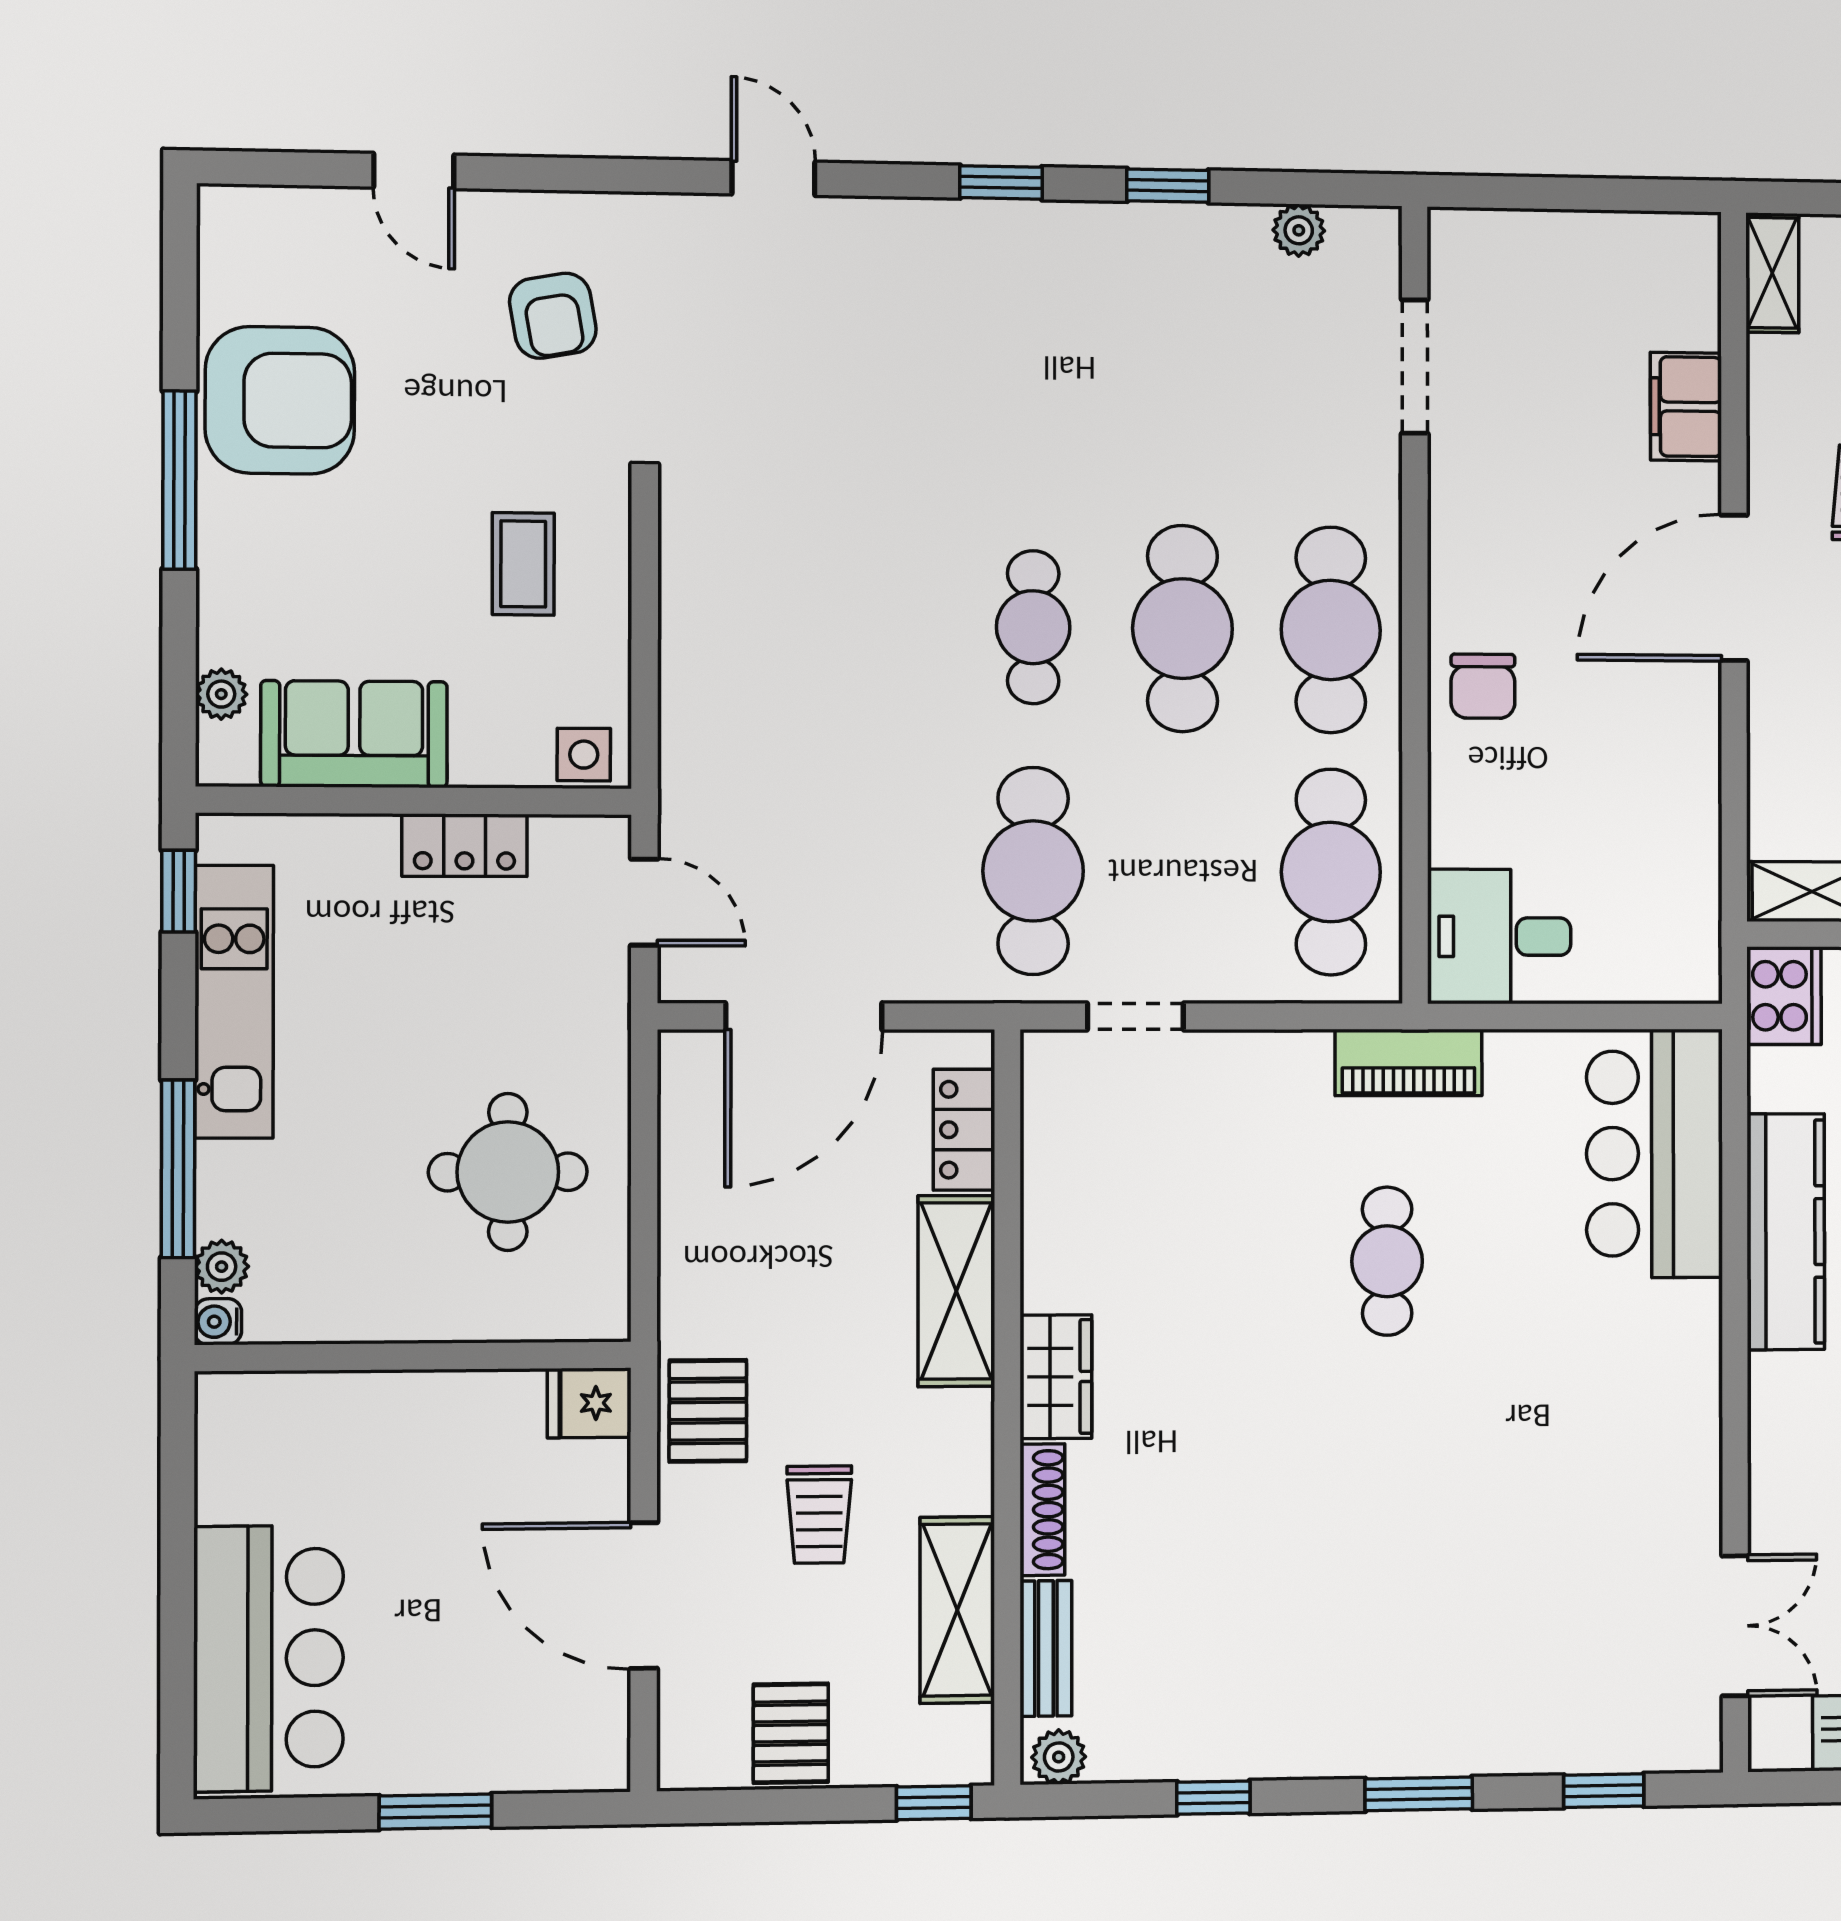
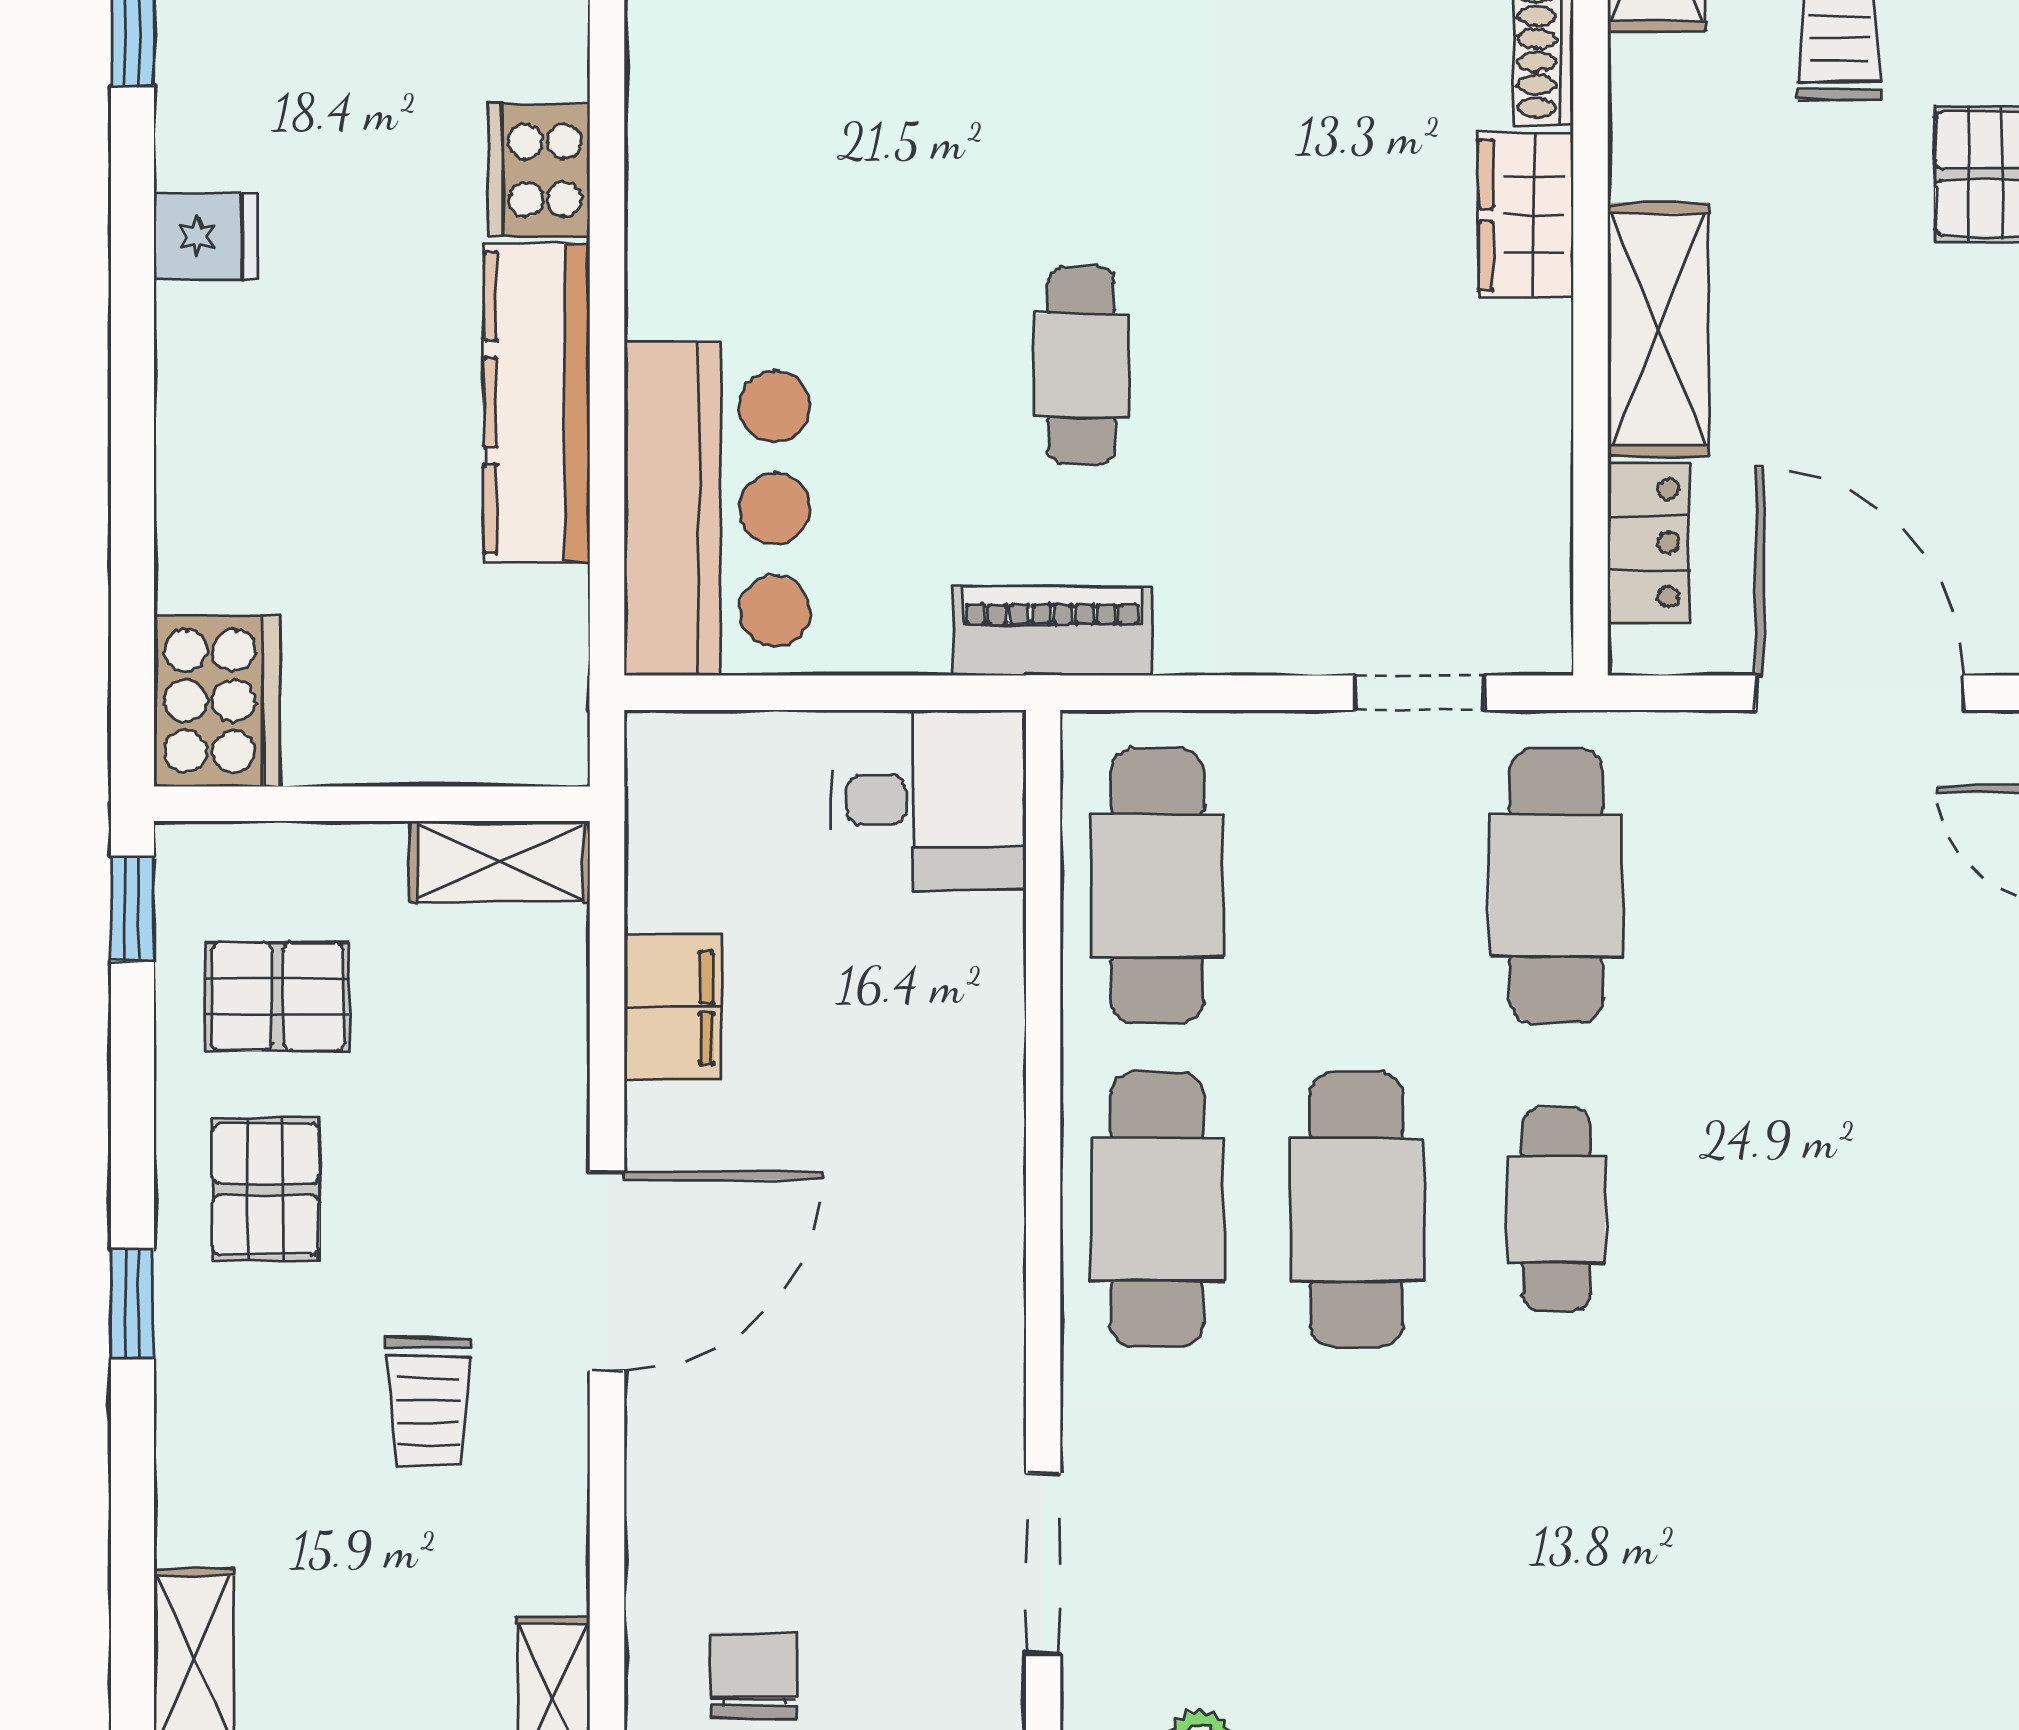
filing cabinet: (1686, 407) -> (673, 1008), moved
chair: (1483, 686) -> (754, 1676), moved
cooker: (1784, 996) -> (539, 170), moved
door: (804, 1016) -> (1860, 693), hinge flipped

